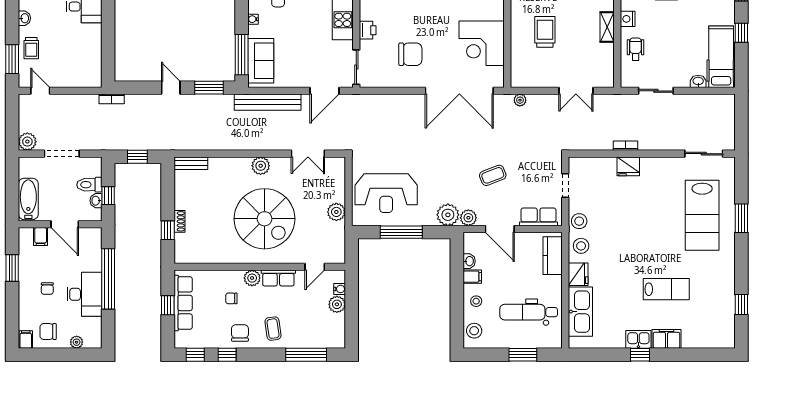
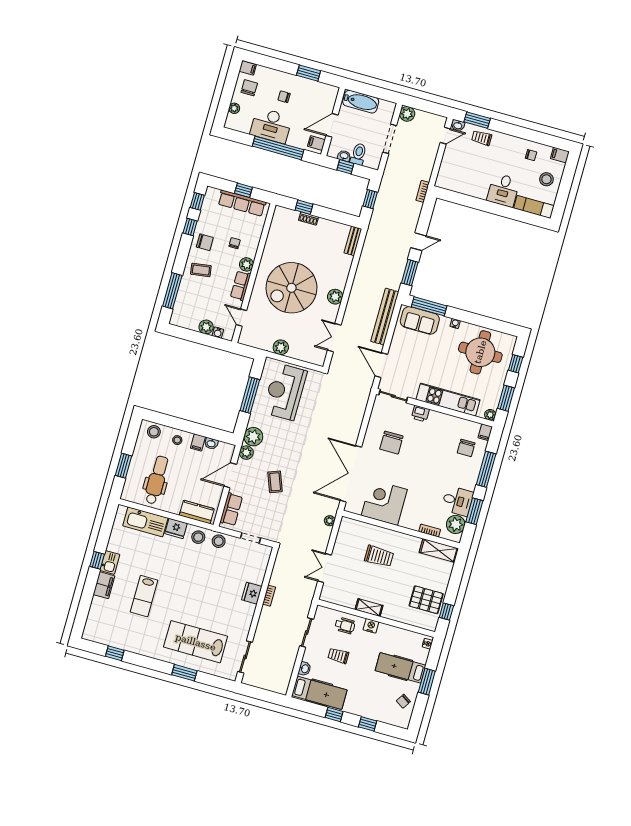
washbasin: (24, 18) -> (458, 125), moved
trolley: (672, 47) -> (338, 656), added
filing cabinet: (41, 237) -> (316, 143), moved

